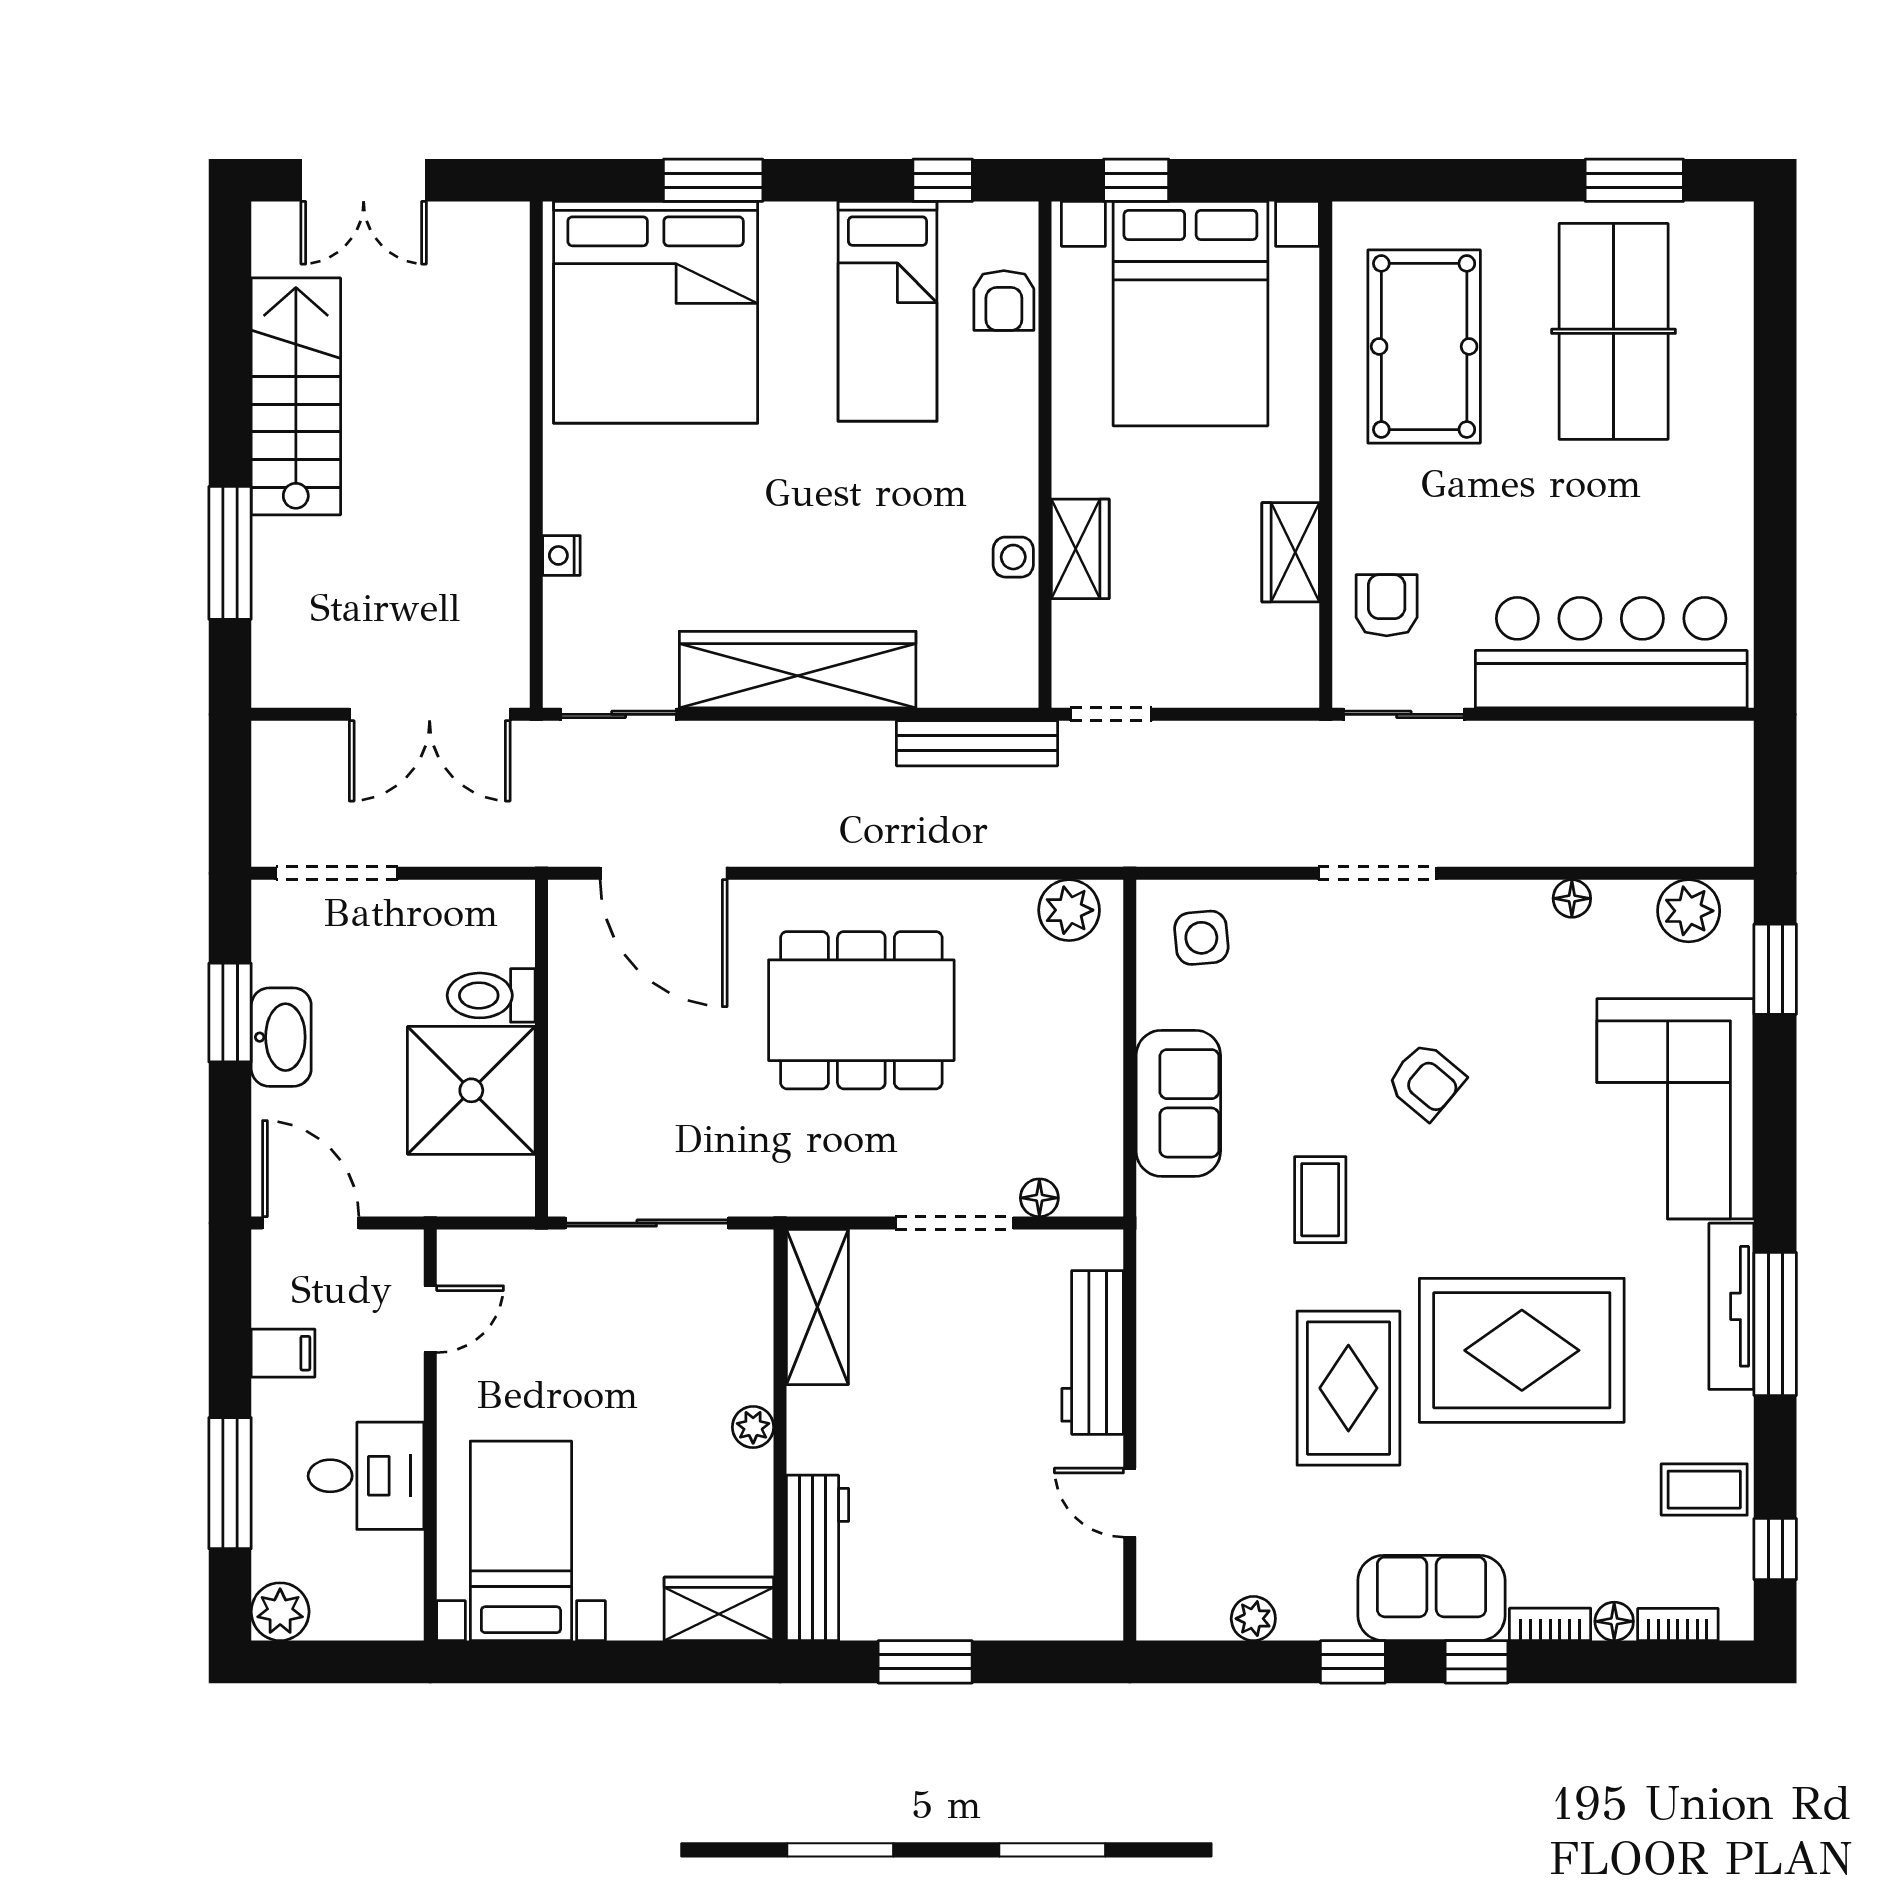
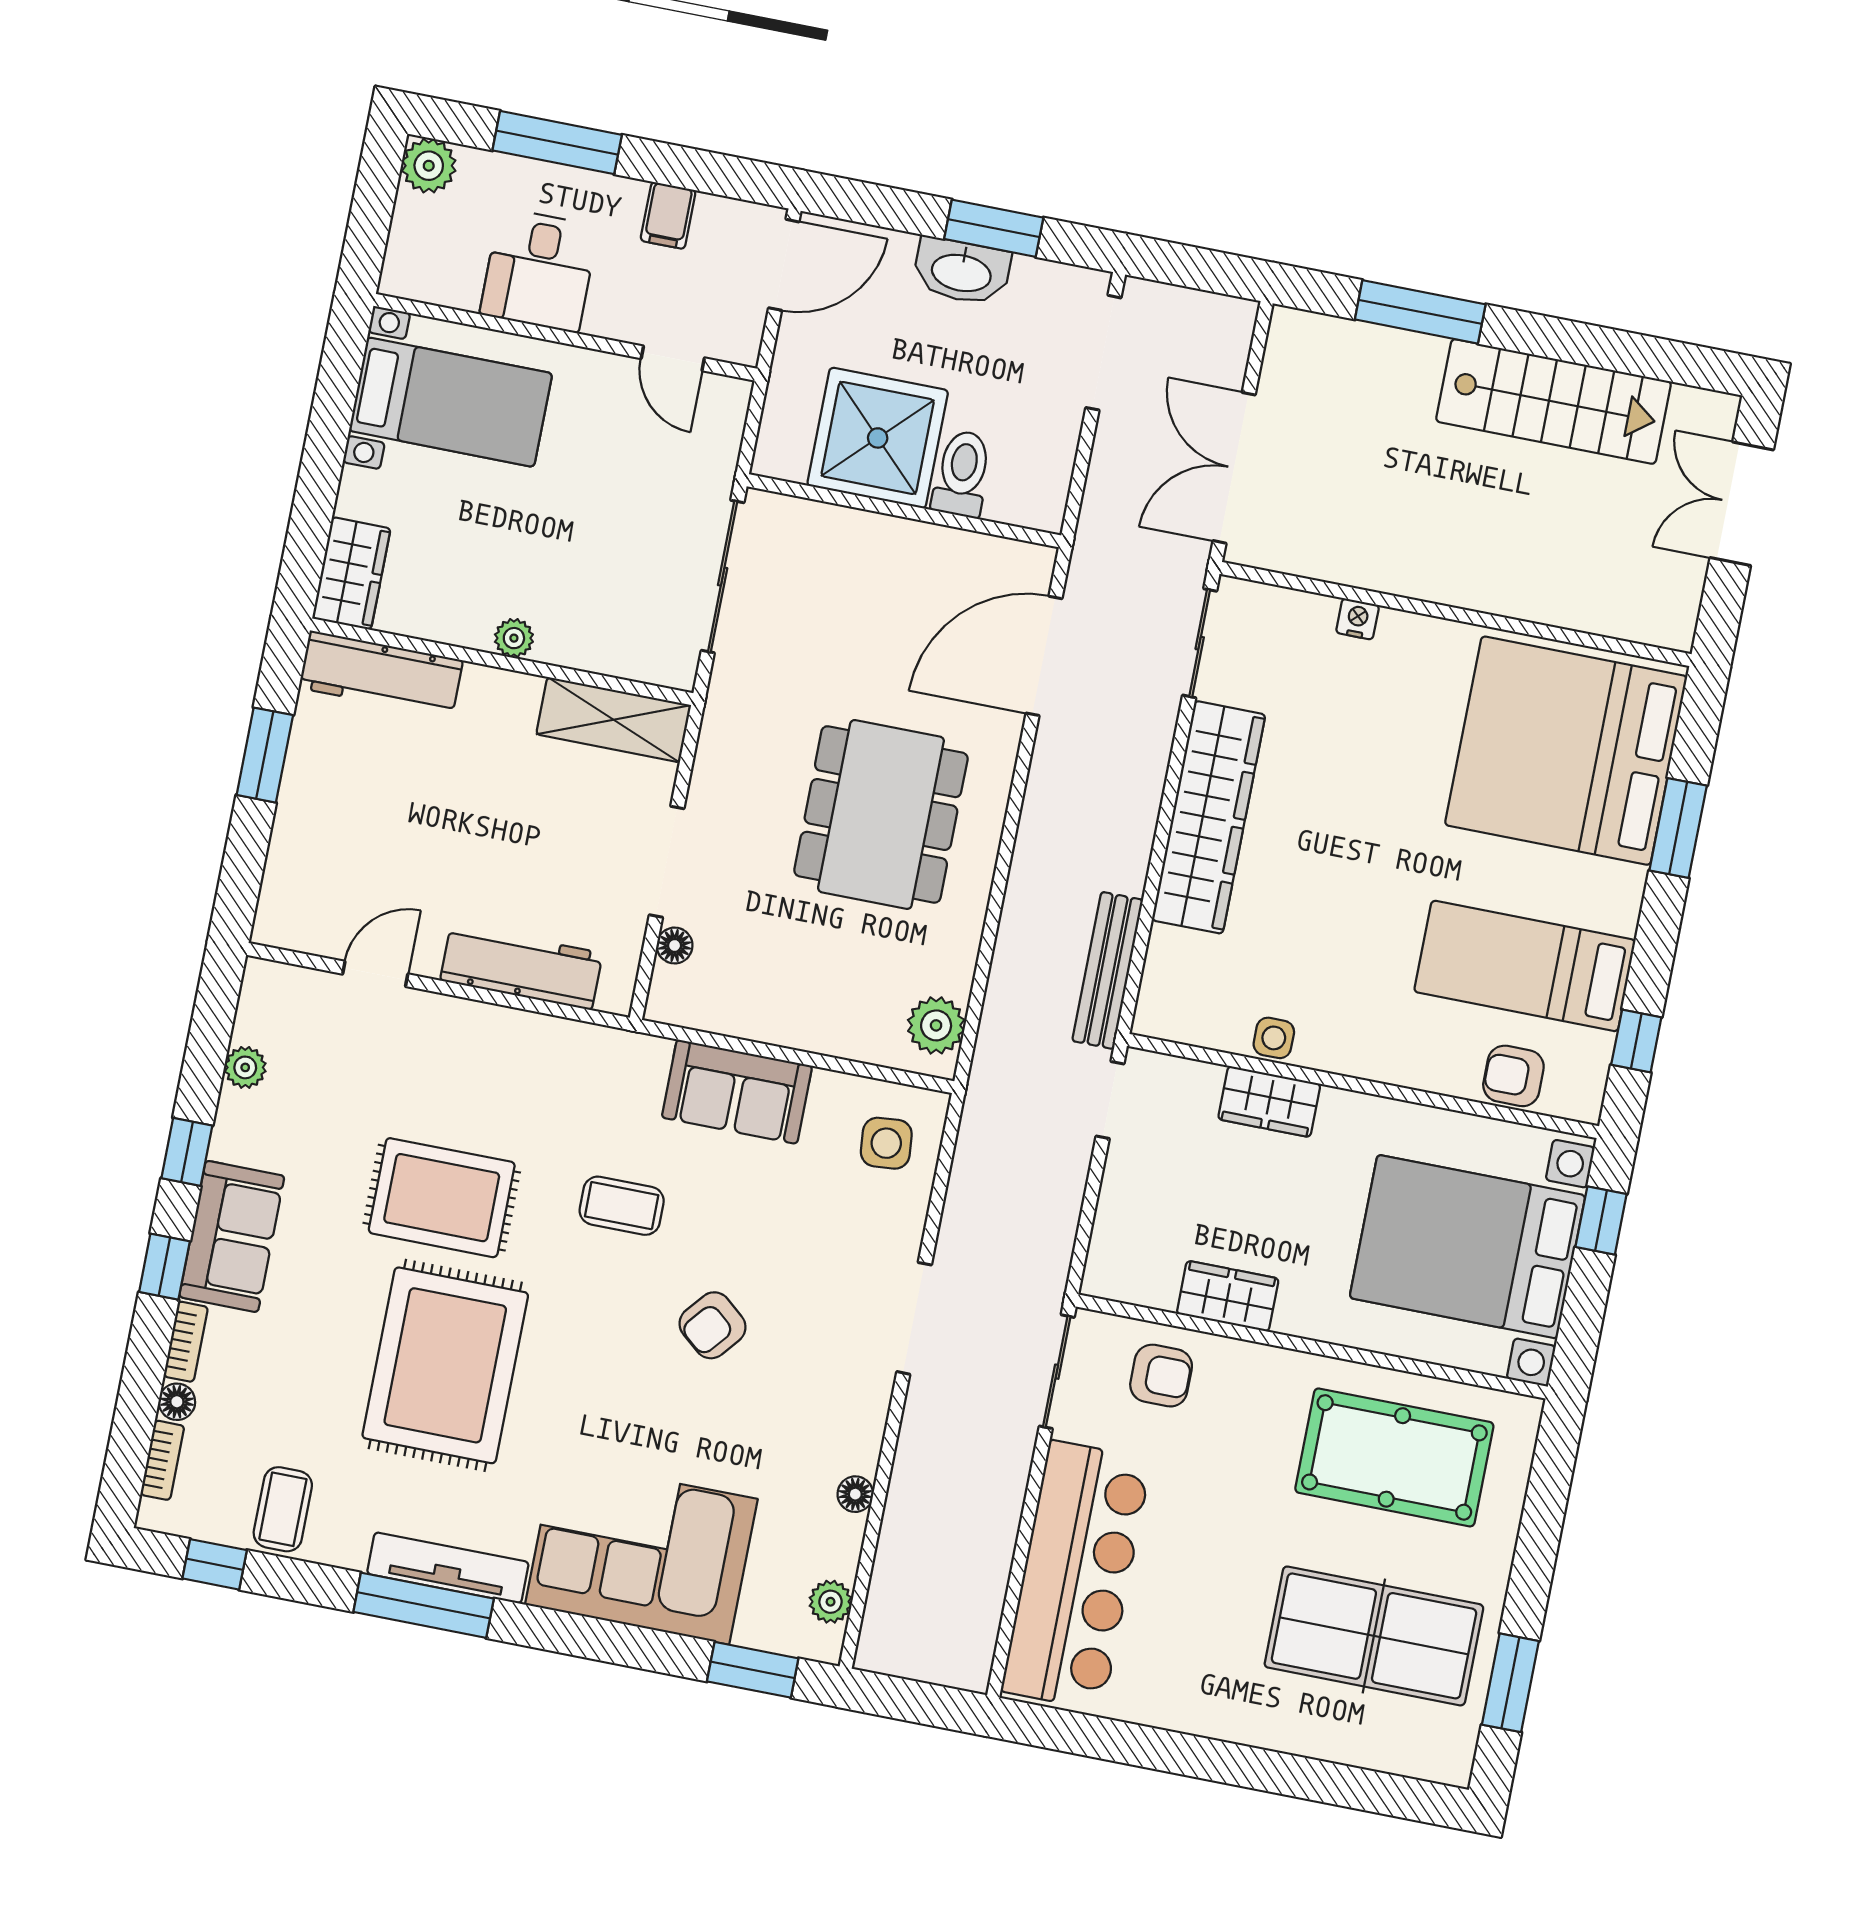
plant: (1689, 911) -> (831, 1602), width x0.73, depth x0.73

